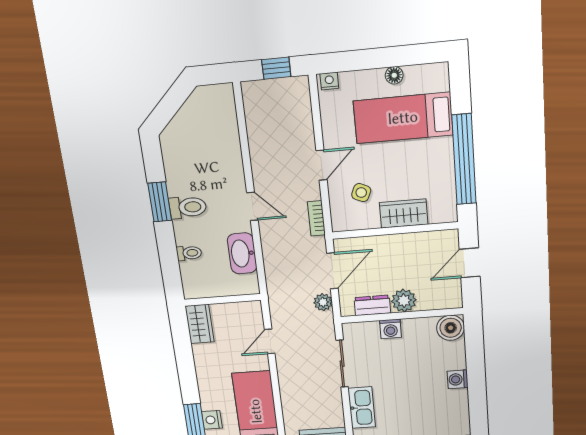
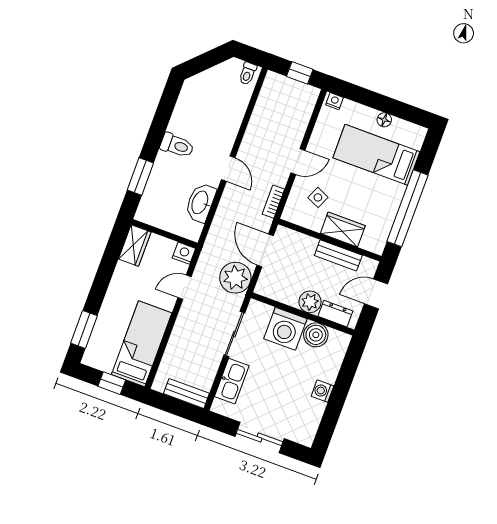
window: (160, 202) -> (140, 176), moved
bench: (411, 242) -> (338, 255), added
toilet: (189, 253) -> (248, 74), moved, turned 90
door: (332, 271) -> (265, 250), swing flipped
plant: (323, 302) -> (235, 278), width x1.87, depth x1.87
dresser: (372, 305) -> (335, 314), moved
boiler: (451, 328) -> (316, 335), moved
washing machine: (390, 329) -> (285, 329), width x1.89, depth x1.89
nightstand: (212, 420) -> (184, 253), moved, turned 90

